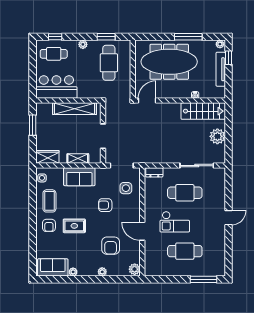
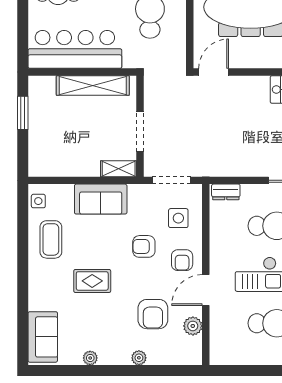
bar counter: (56, 87) -> (75, 49), width x1.36
wardrobe: (48, 157) -> (48, 166), removed
shelving: (78, 159) -> (119, 169), moved
armchair: (49, 225) -> (182, 260), moved
door: (142, 231) -> (206, 290), hinge flipped
sofa: (53, 267) -> (43, 337), moved, turned 90
plant: (135, 269) -> (193, 326), moved

